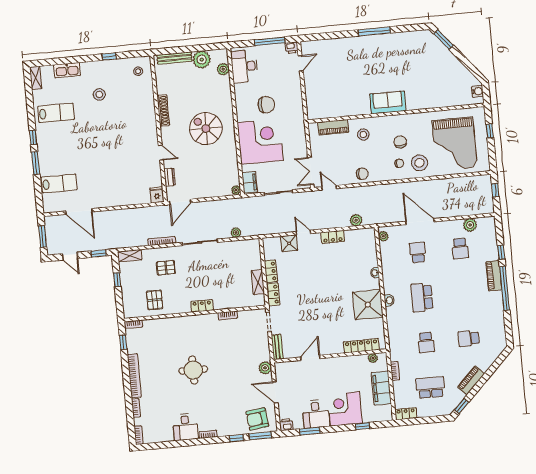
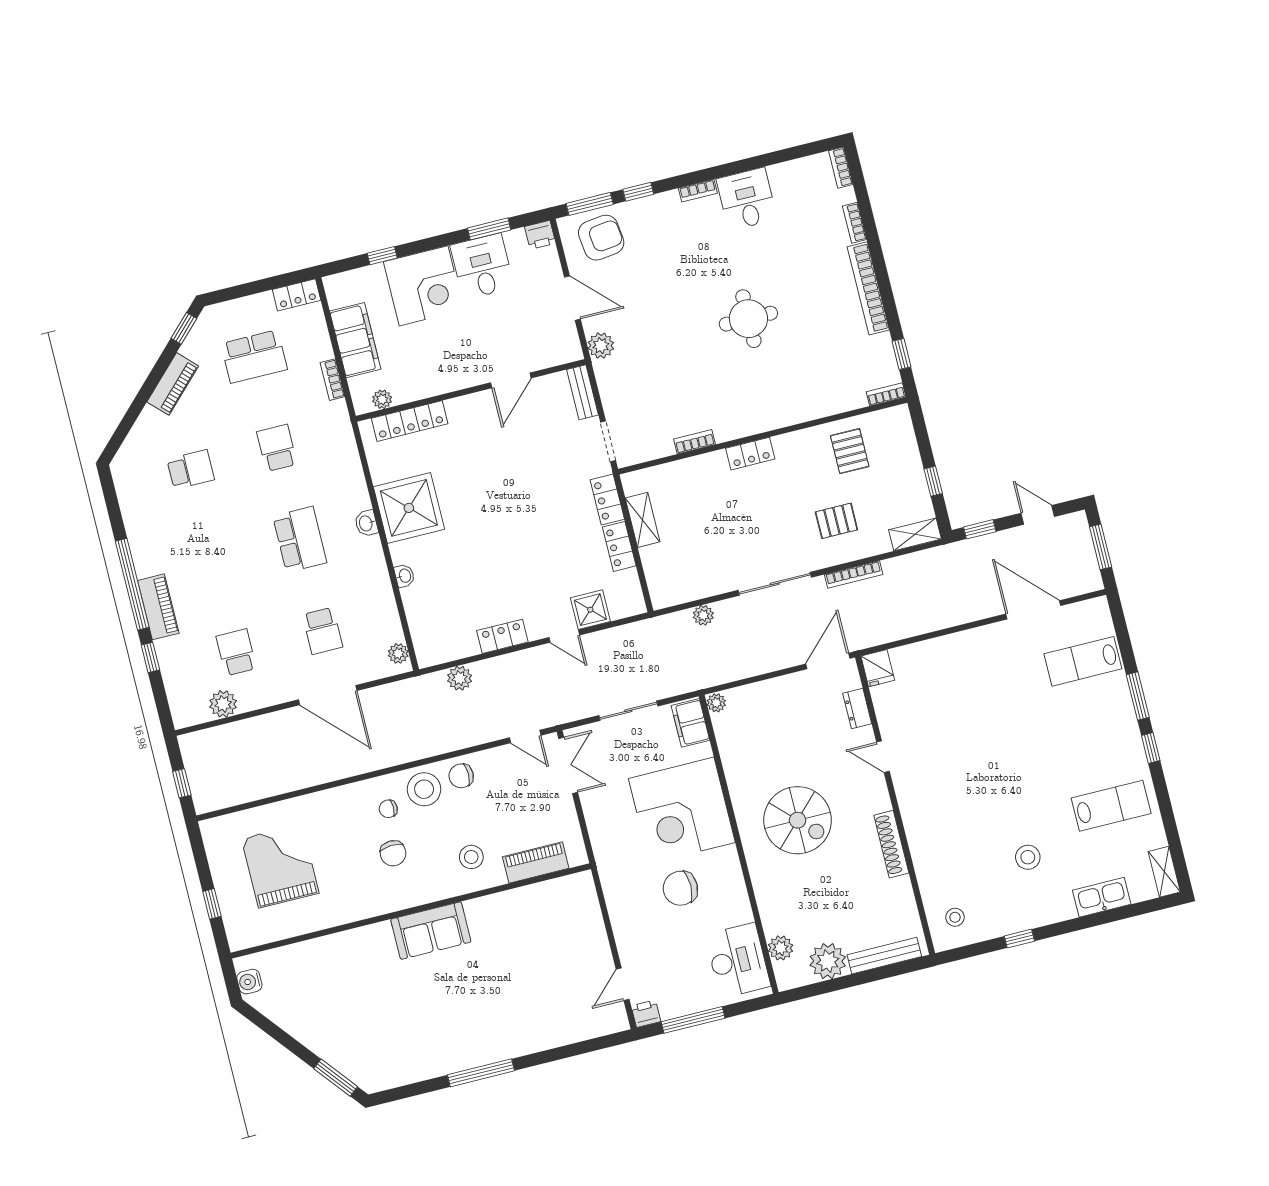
lab bench: (56, 113) -> (1111, 806), turned 180
grand piano: (455, 144) -> (280, 866), width x0.73, depth x0.68
stool: (419, 163) -> (424, 789), moved

